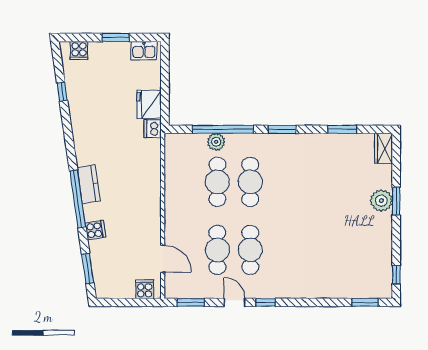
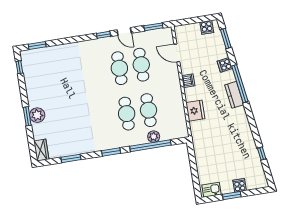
cooker: (79, 50) -> (240, 185), moved
fridge: (149, 104) -> (195, 111), moved
dishwasher: (152, 129) -> (188, 81), moved
cooker: (145, 289) -> (207, 27), moved

